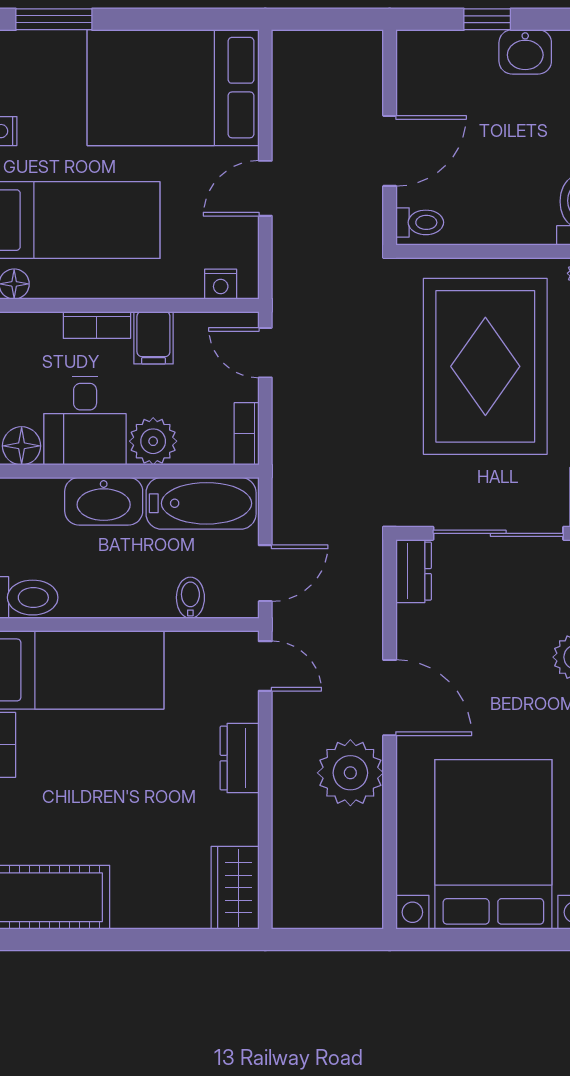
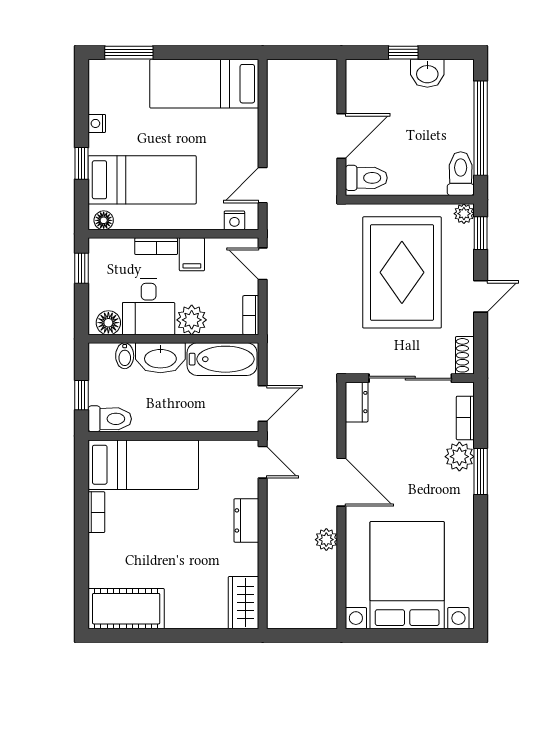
bed: (173, 88) -> (204, 84), width x0.67
door: (265, 188) -> (263, 185), moved
toilet: (420, 222) -> (366, 178), width x1.37, depth x1.39
bidet: (190, 598) -> (125, 356), moved, turned 180
plant: (350, 773) -> (326, 540), width x0.53, depth x0.53

